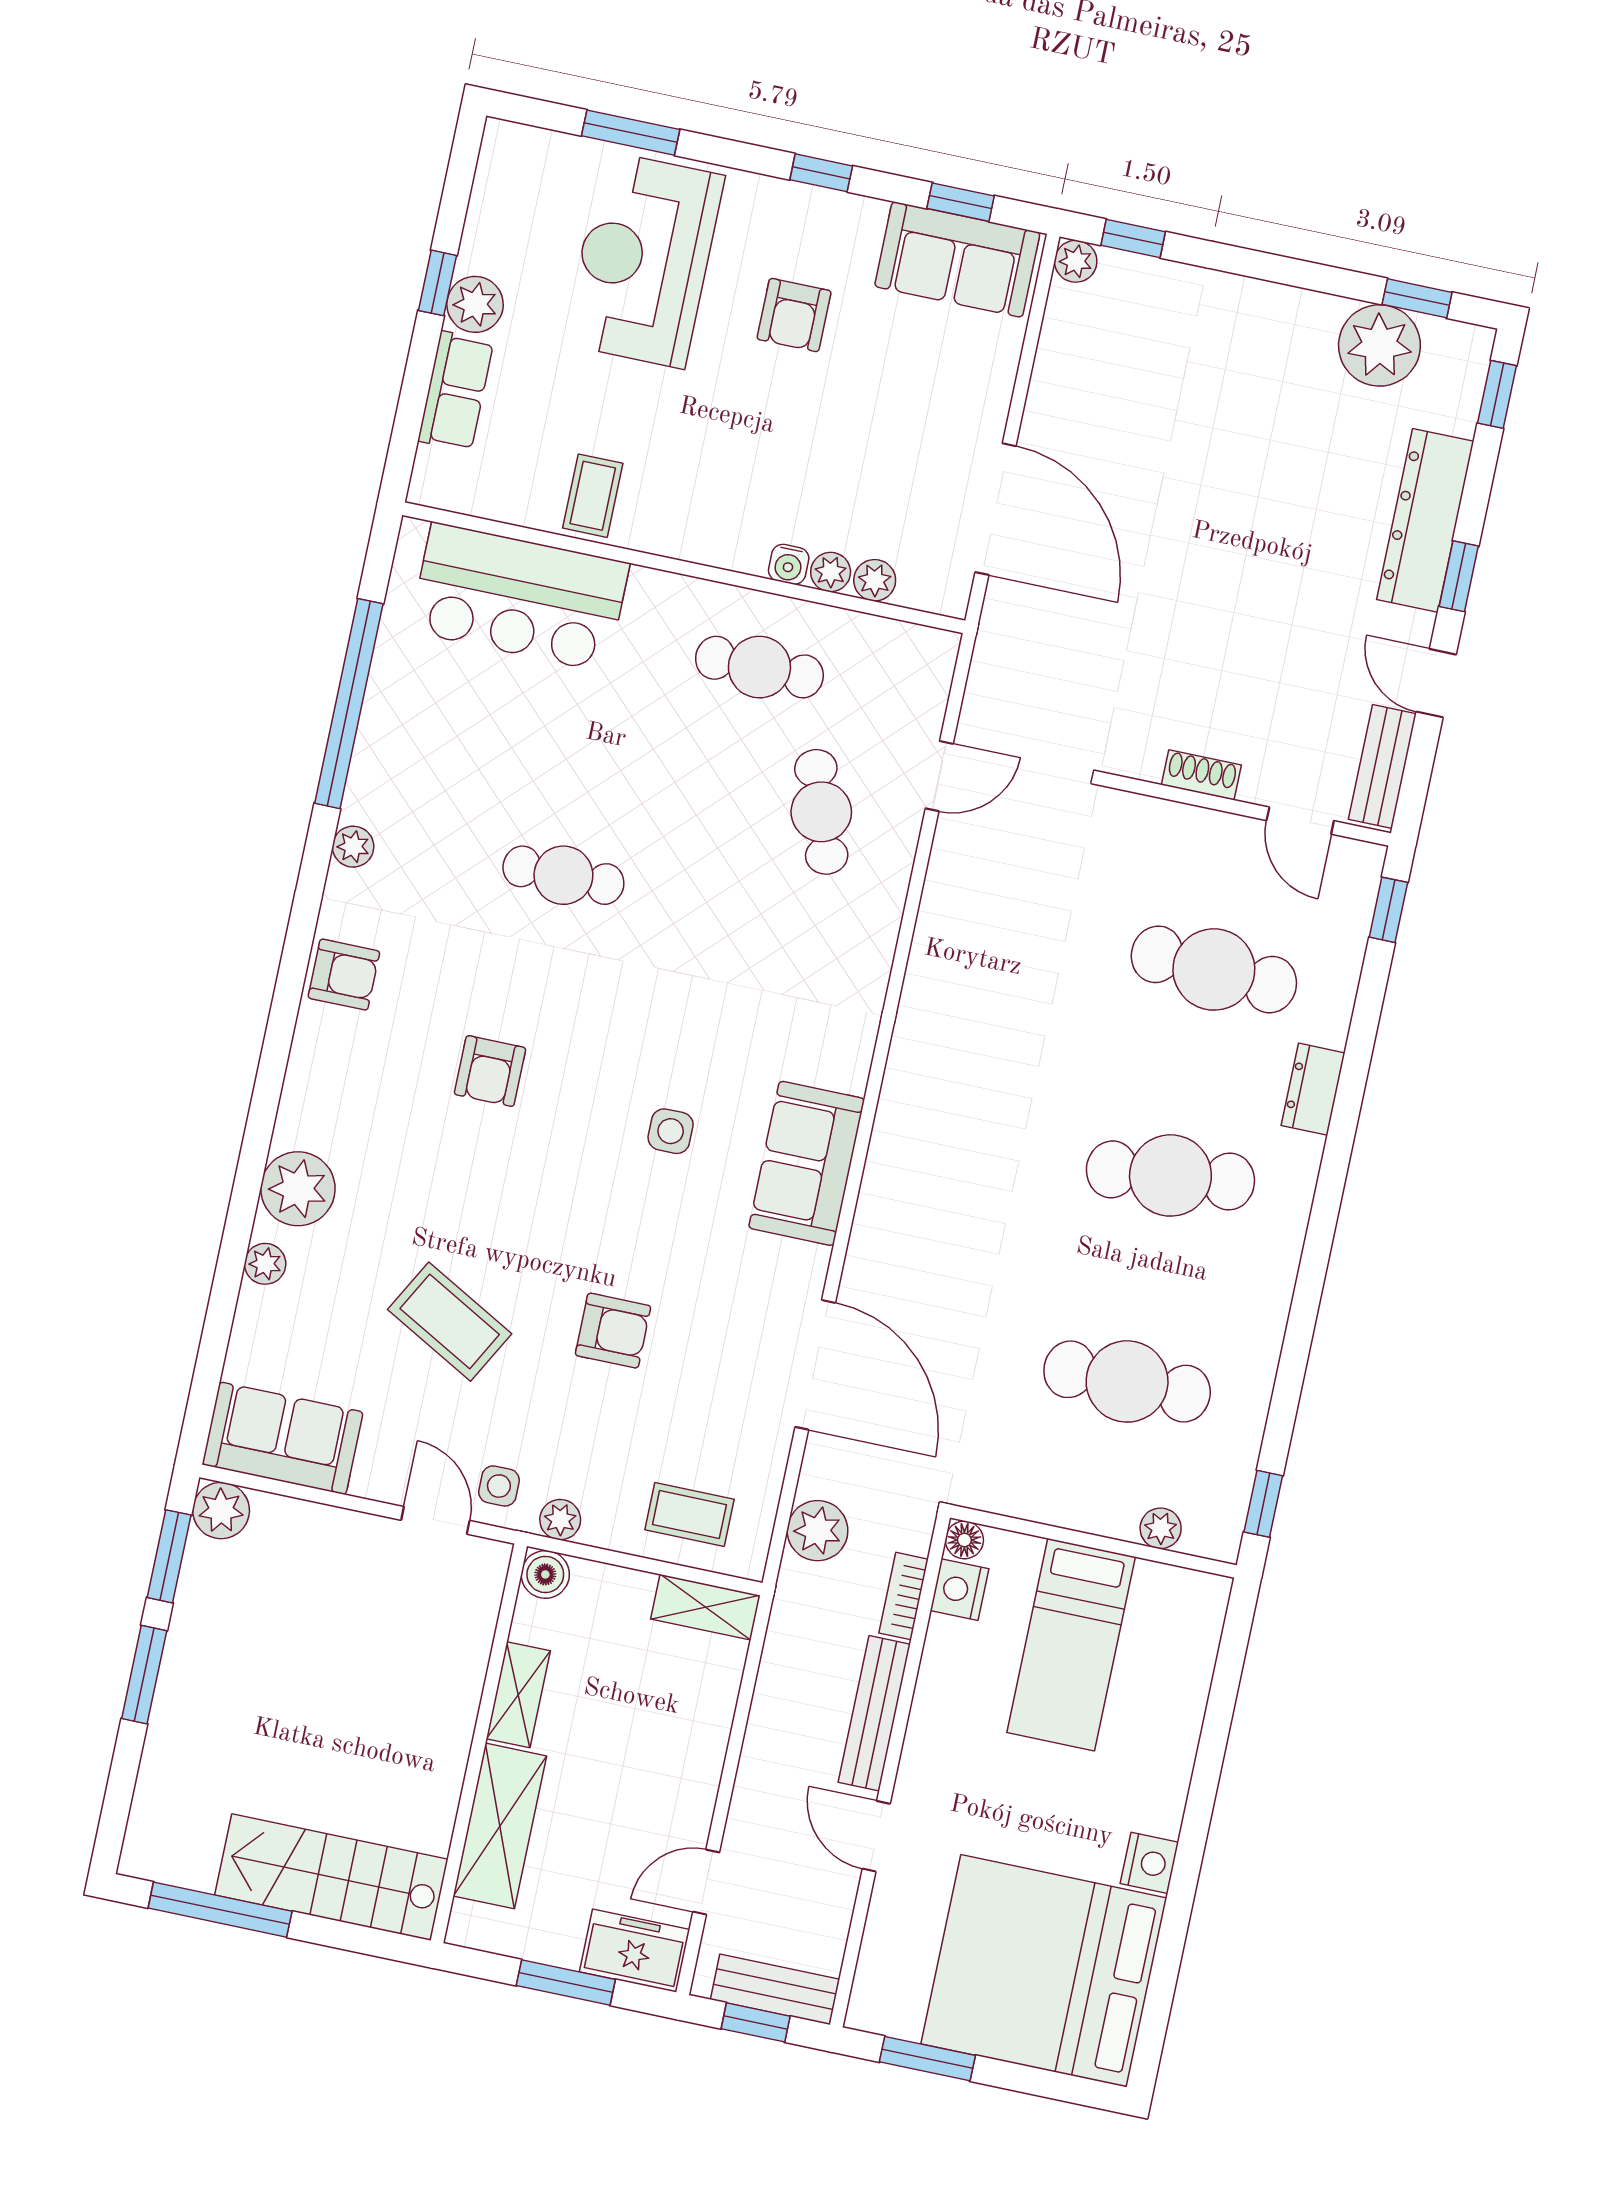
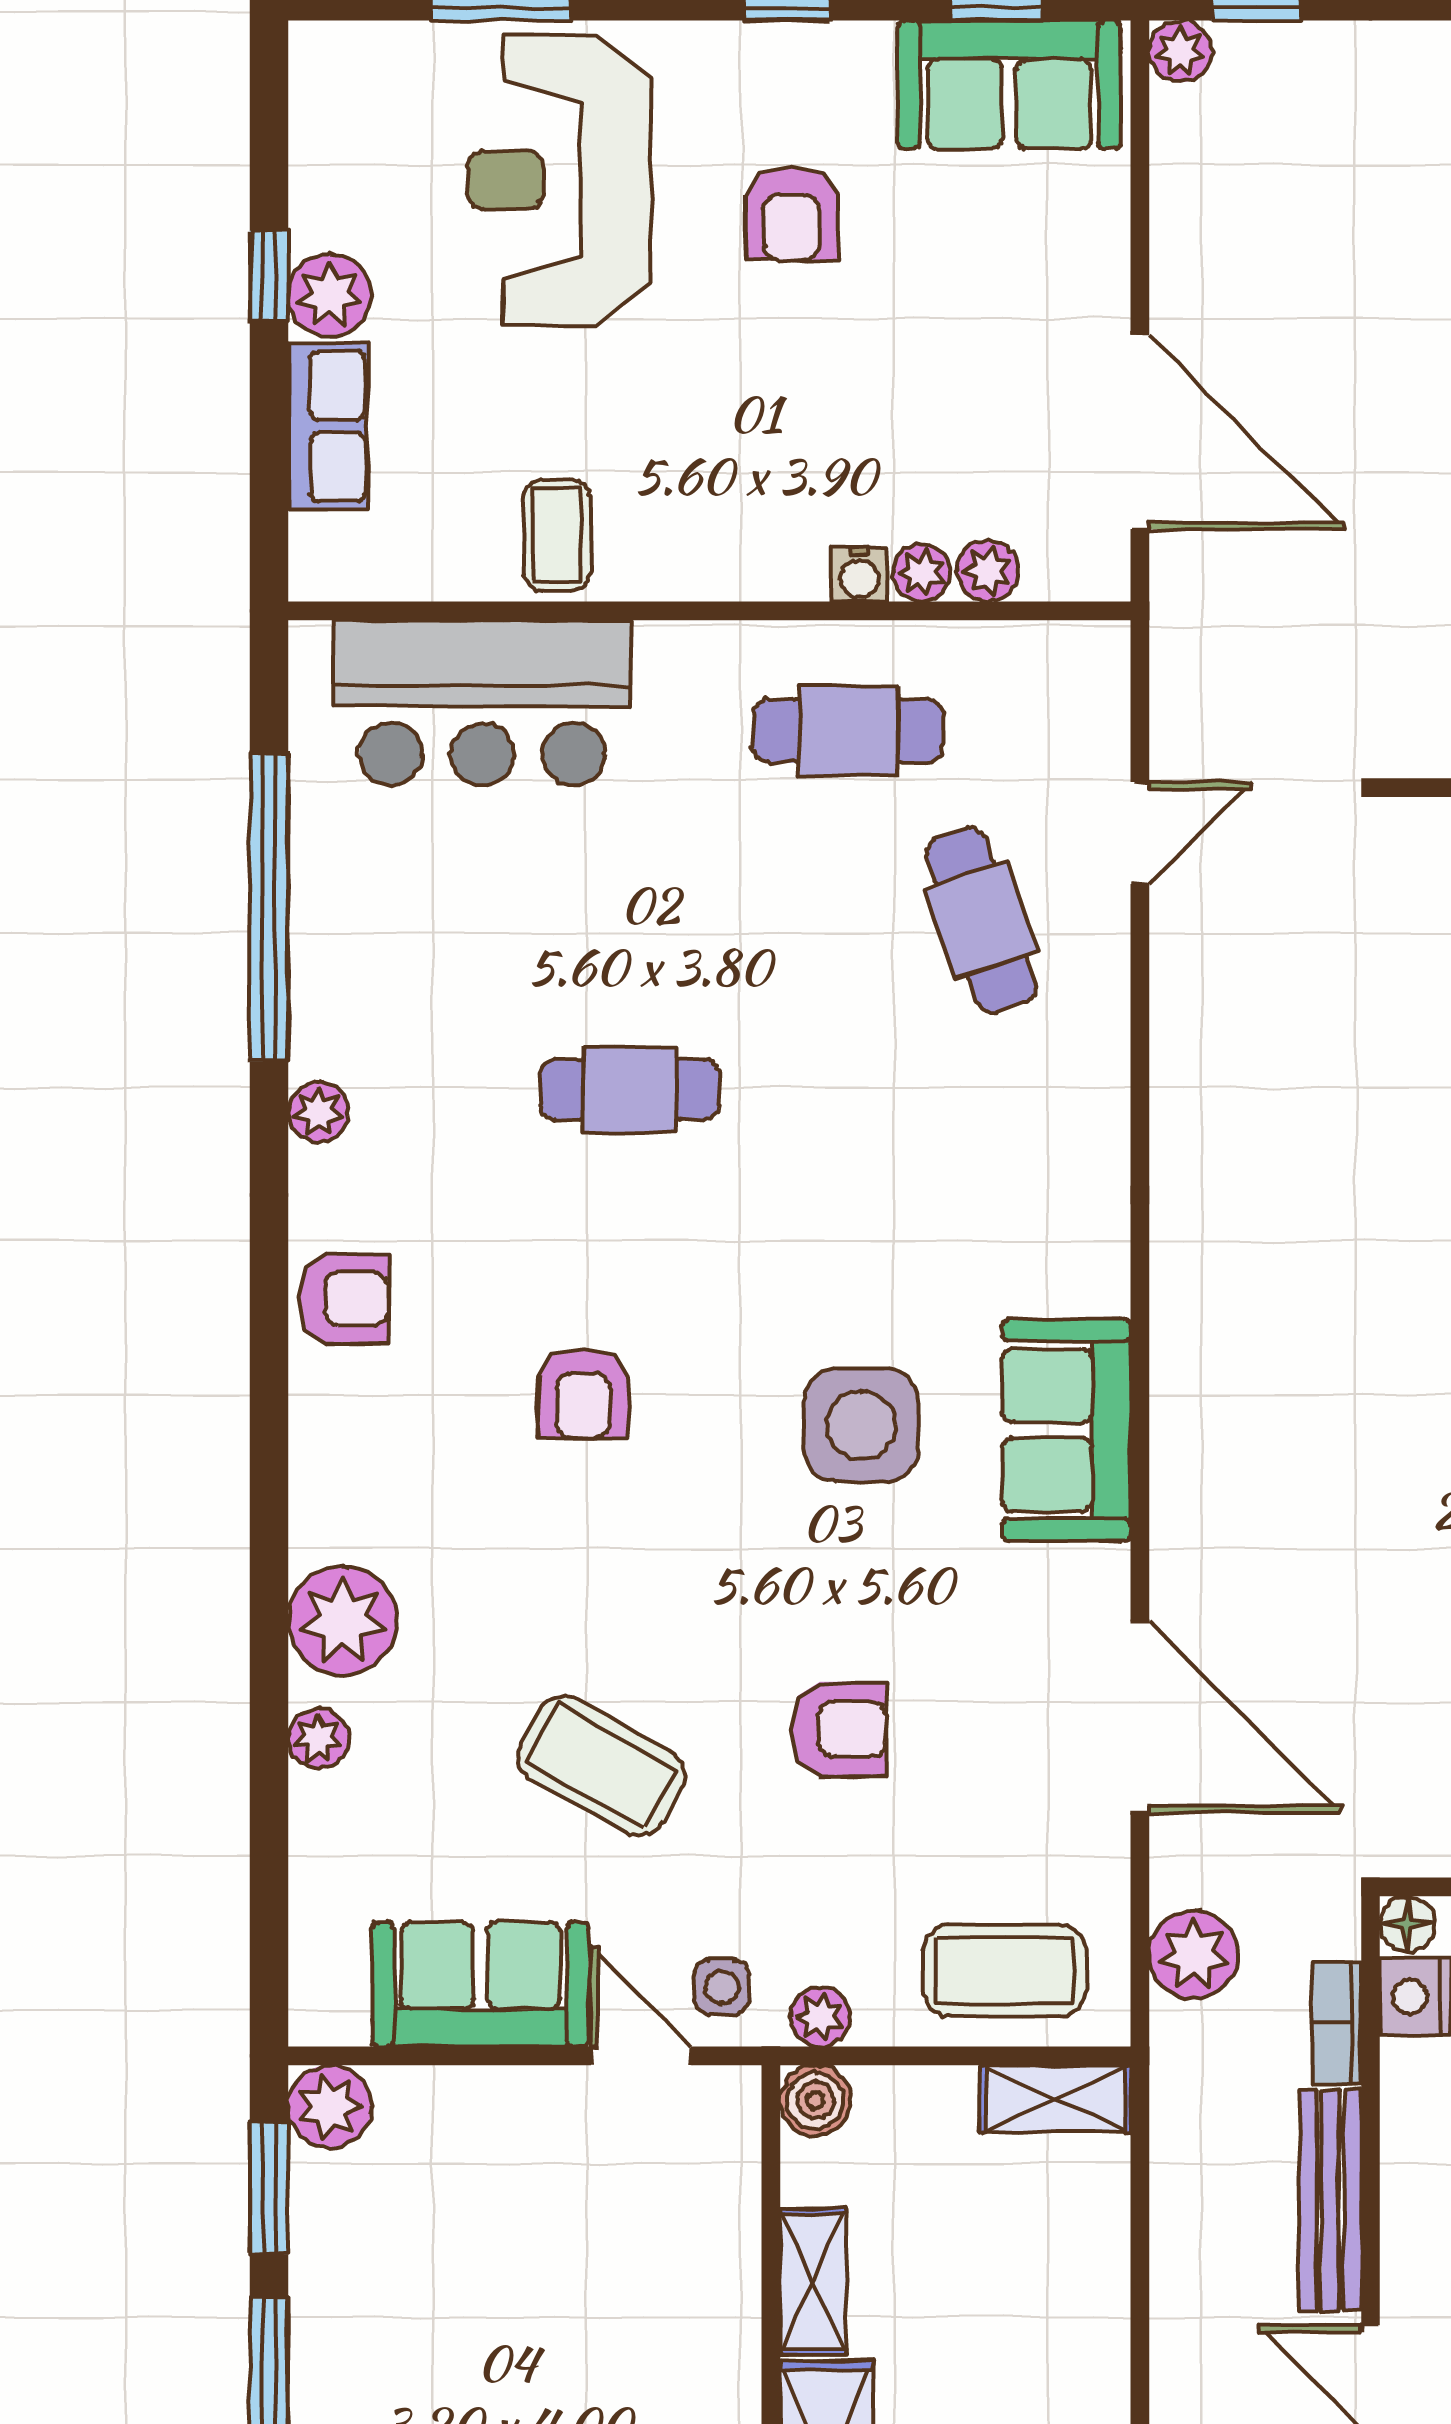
side table: (671, 1131) -> (861, 1425), width x1.87, depth x1.87
sofa: (283, 1438) -> (480, 1984), moved
coffee table: (689, 1515) -> (1005, 1971), width x1.36, depth x1.30

